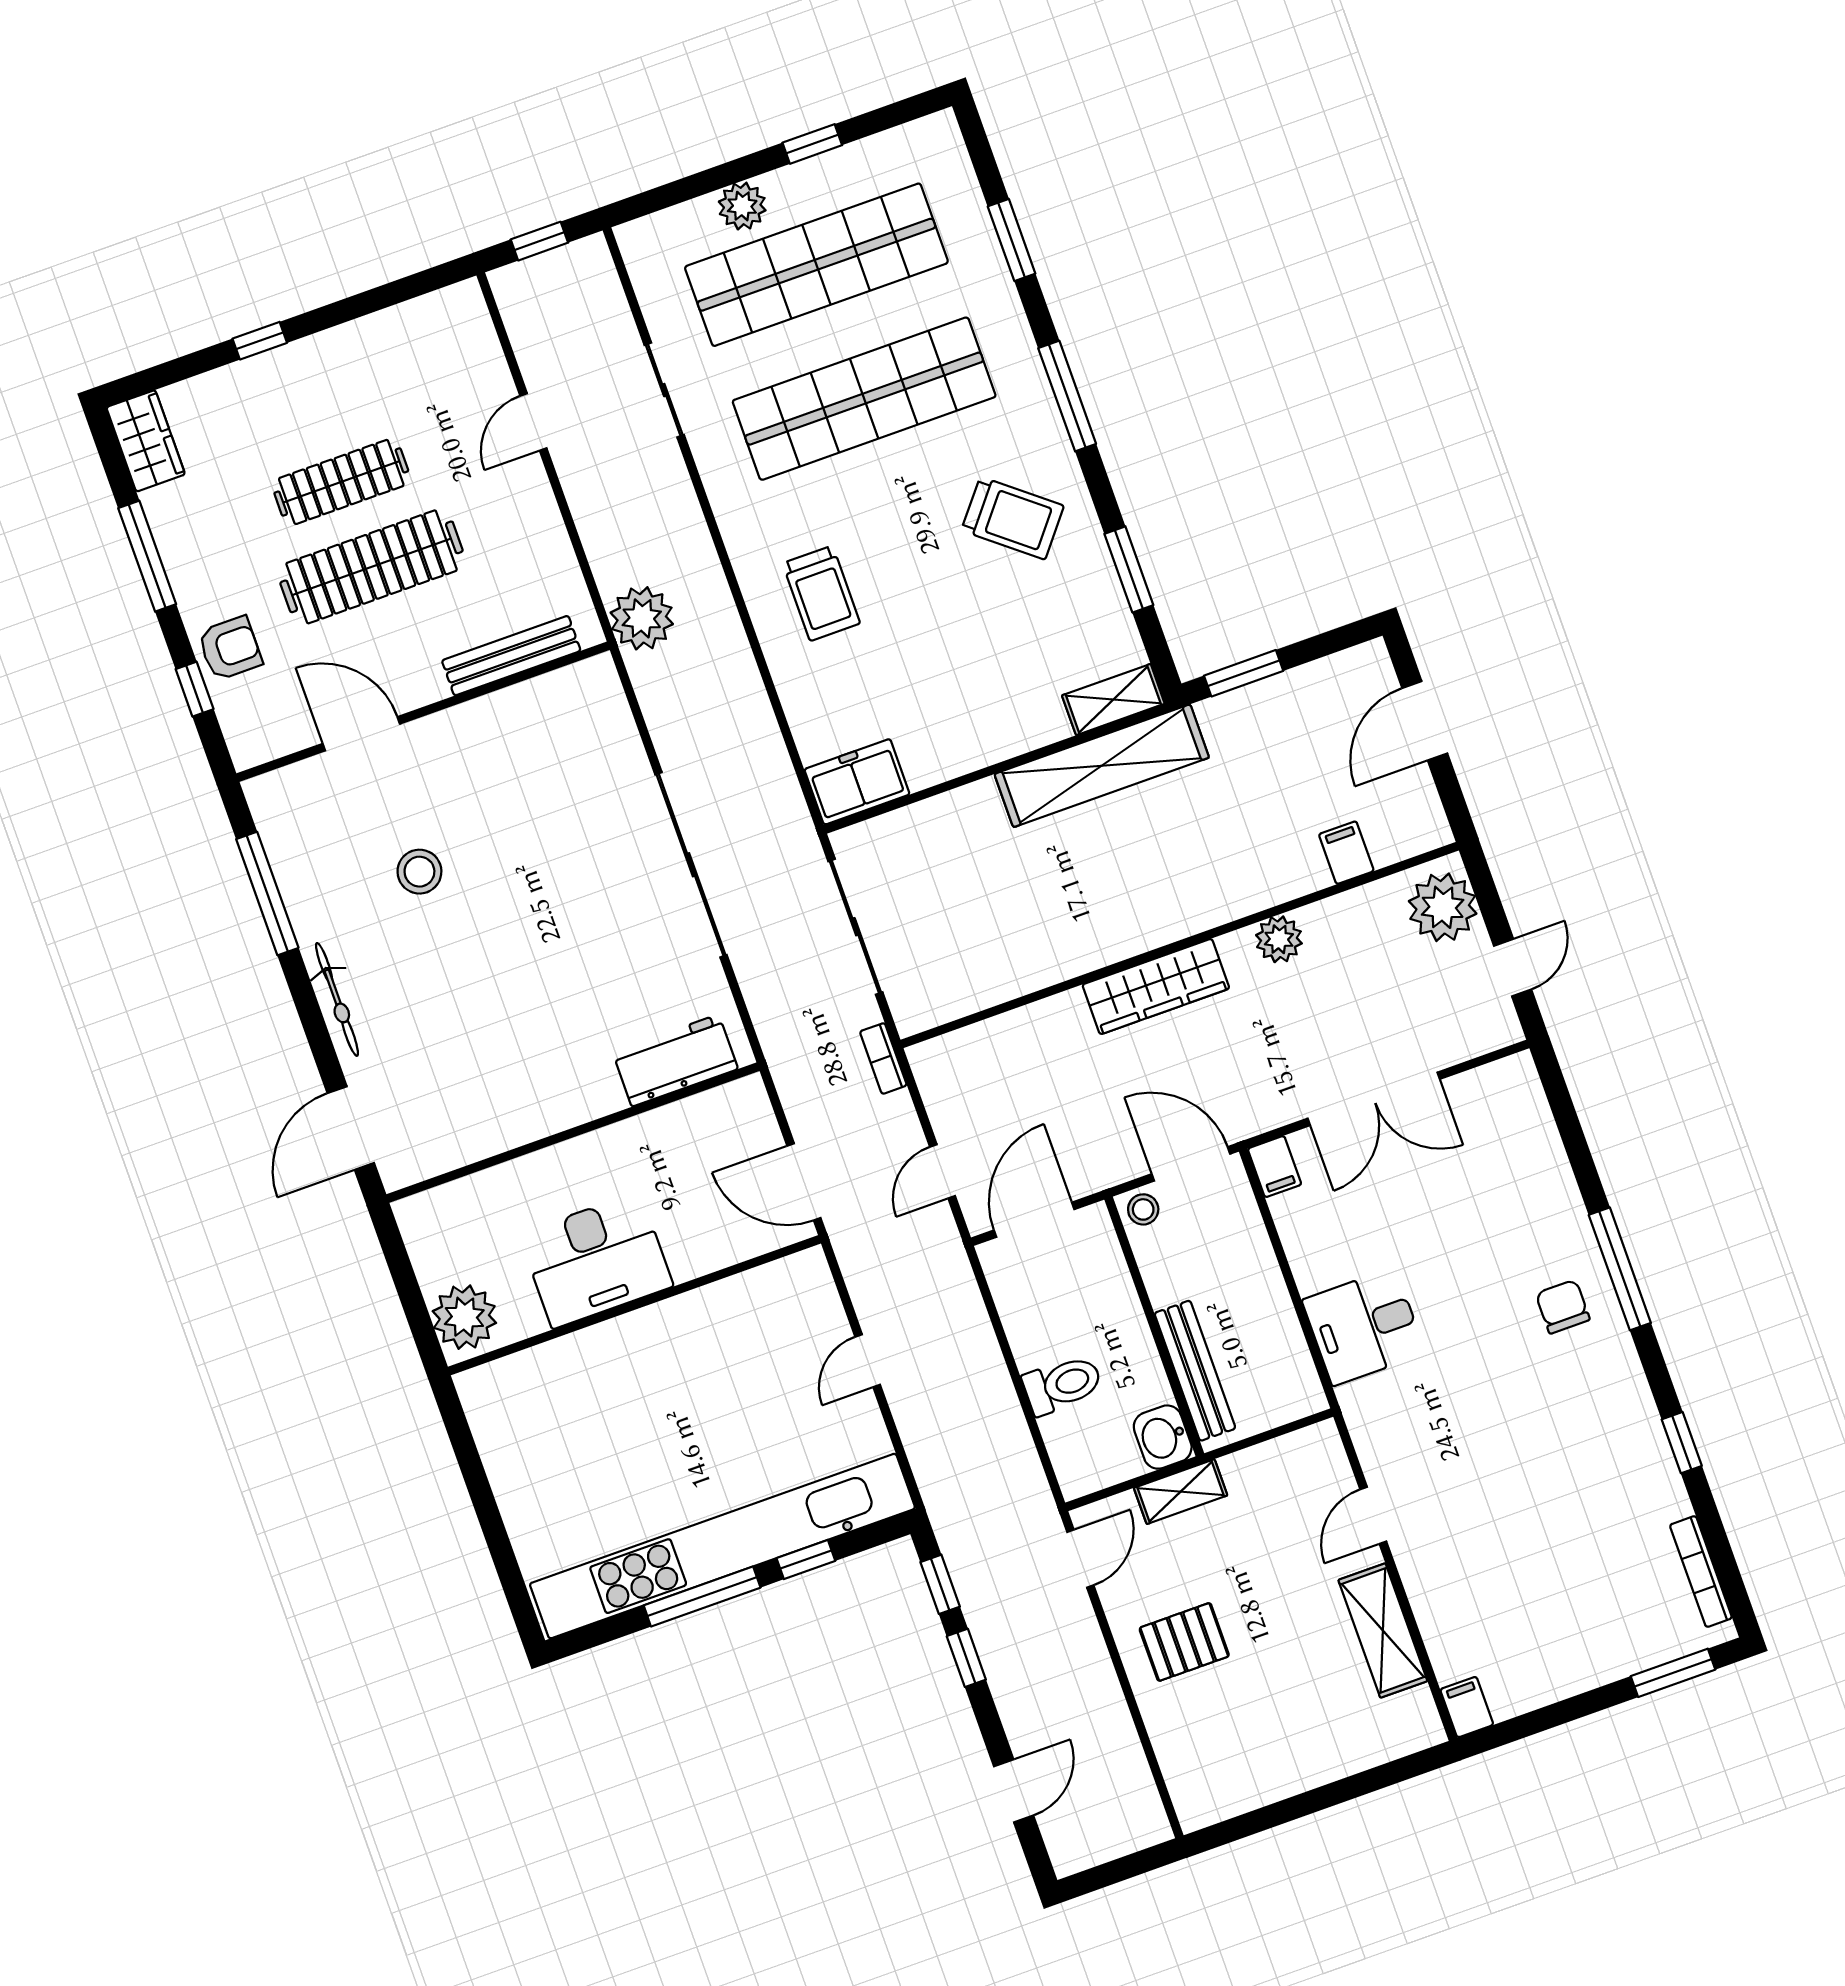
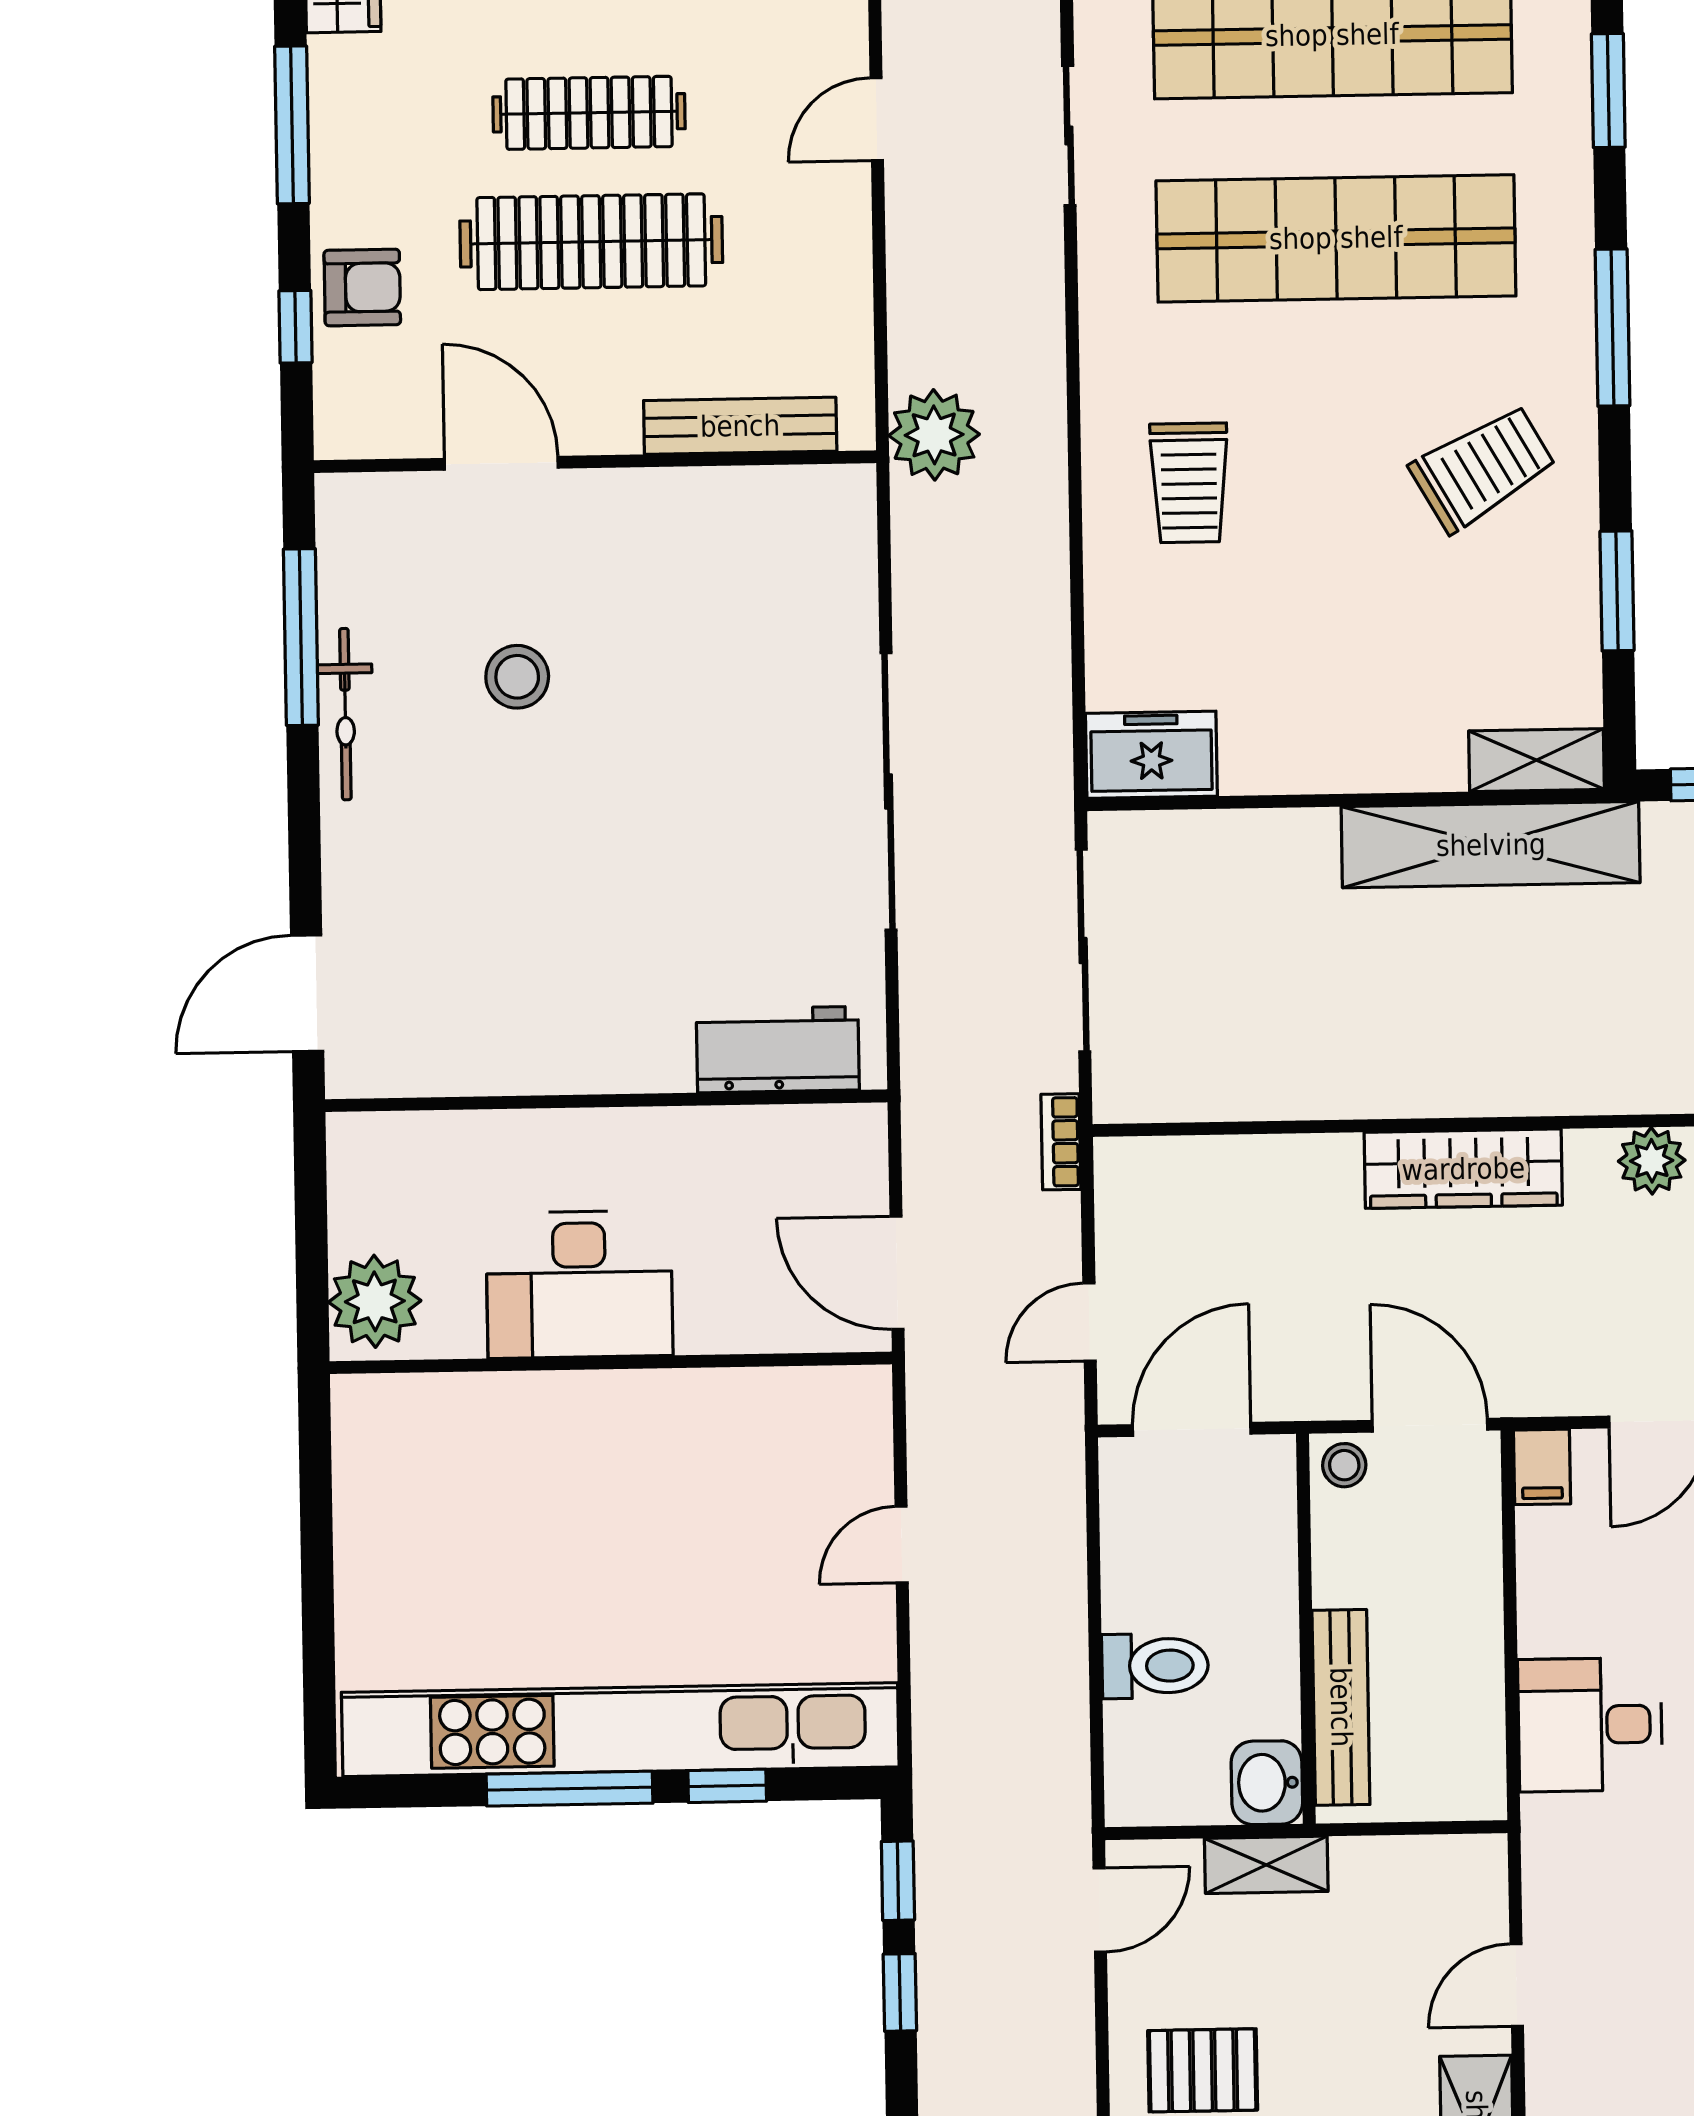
trolley: (1013, 518) -> (1483, 468), turned -69
bicycle: (337, 999) -> (345, 714), moved

